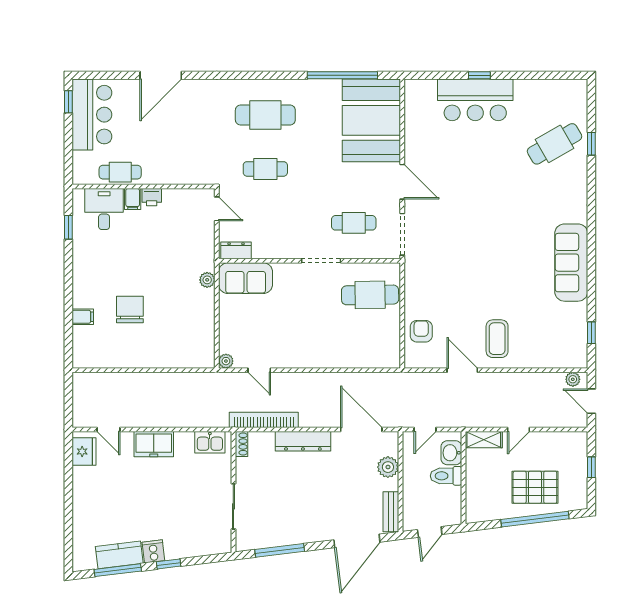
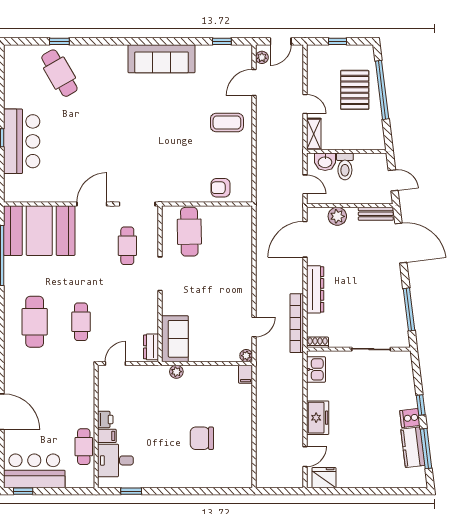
filing cabinet: (83, 317) -> (246, 374), moved, turned 180
door: (462, 370) -> (254, 82), moved

